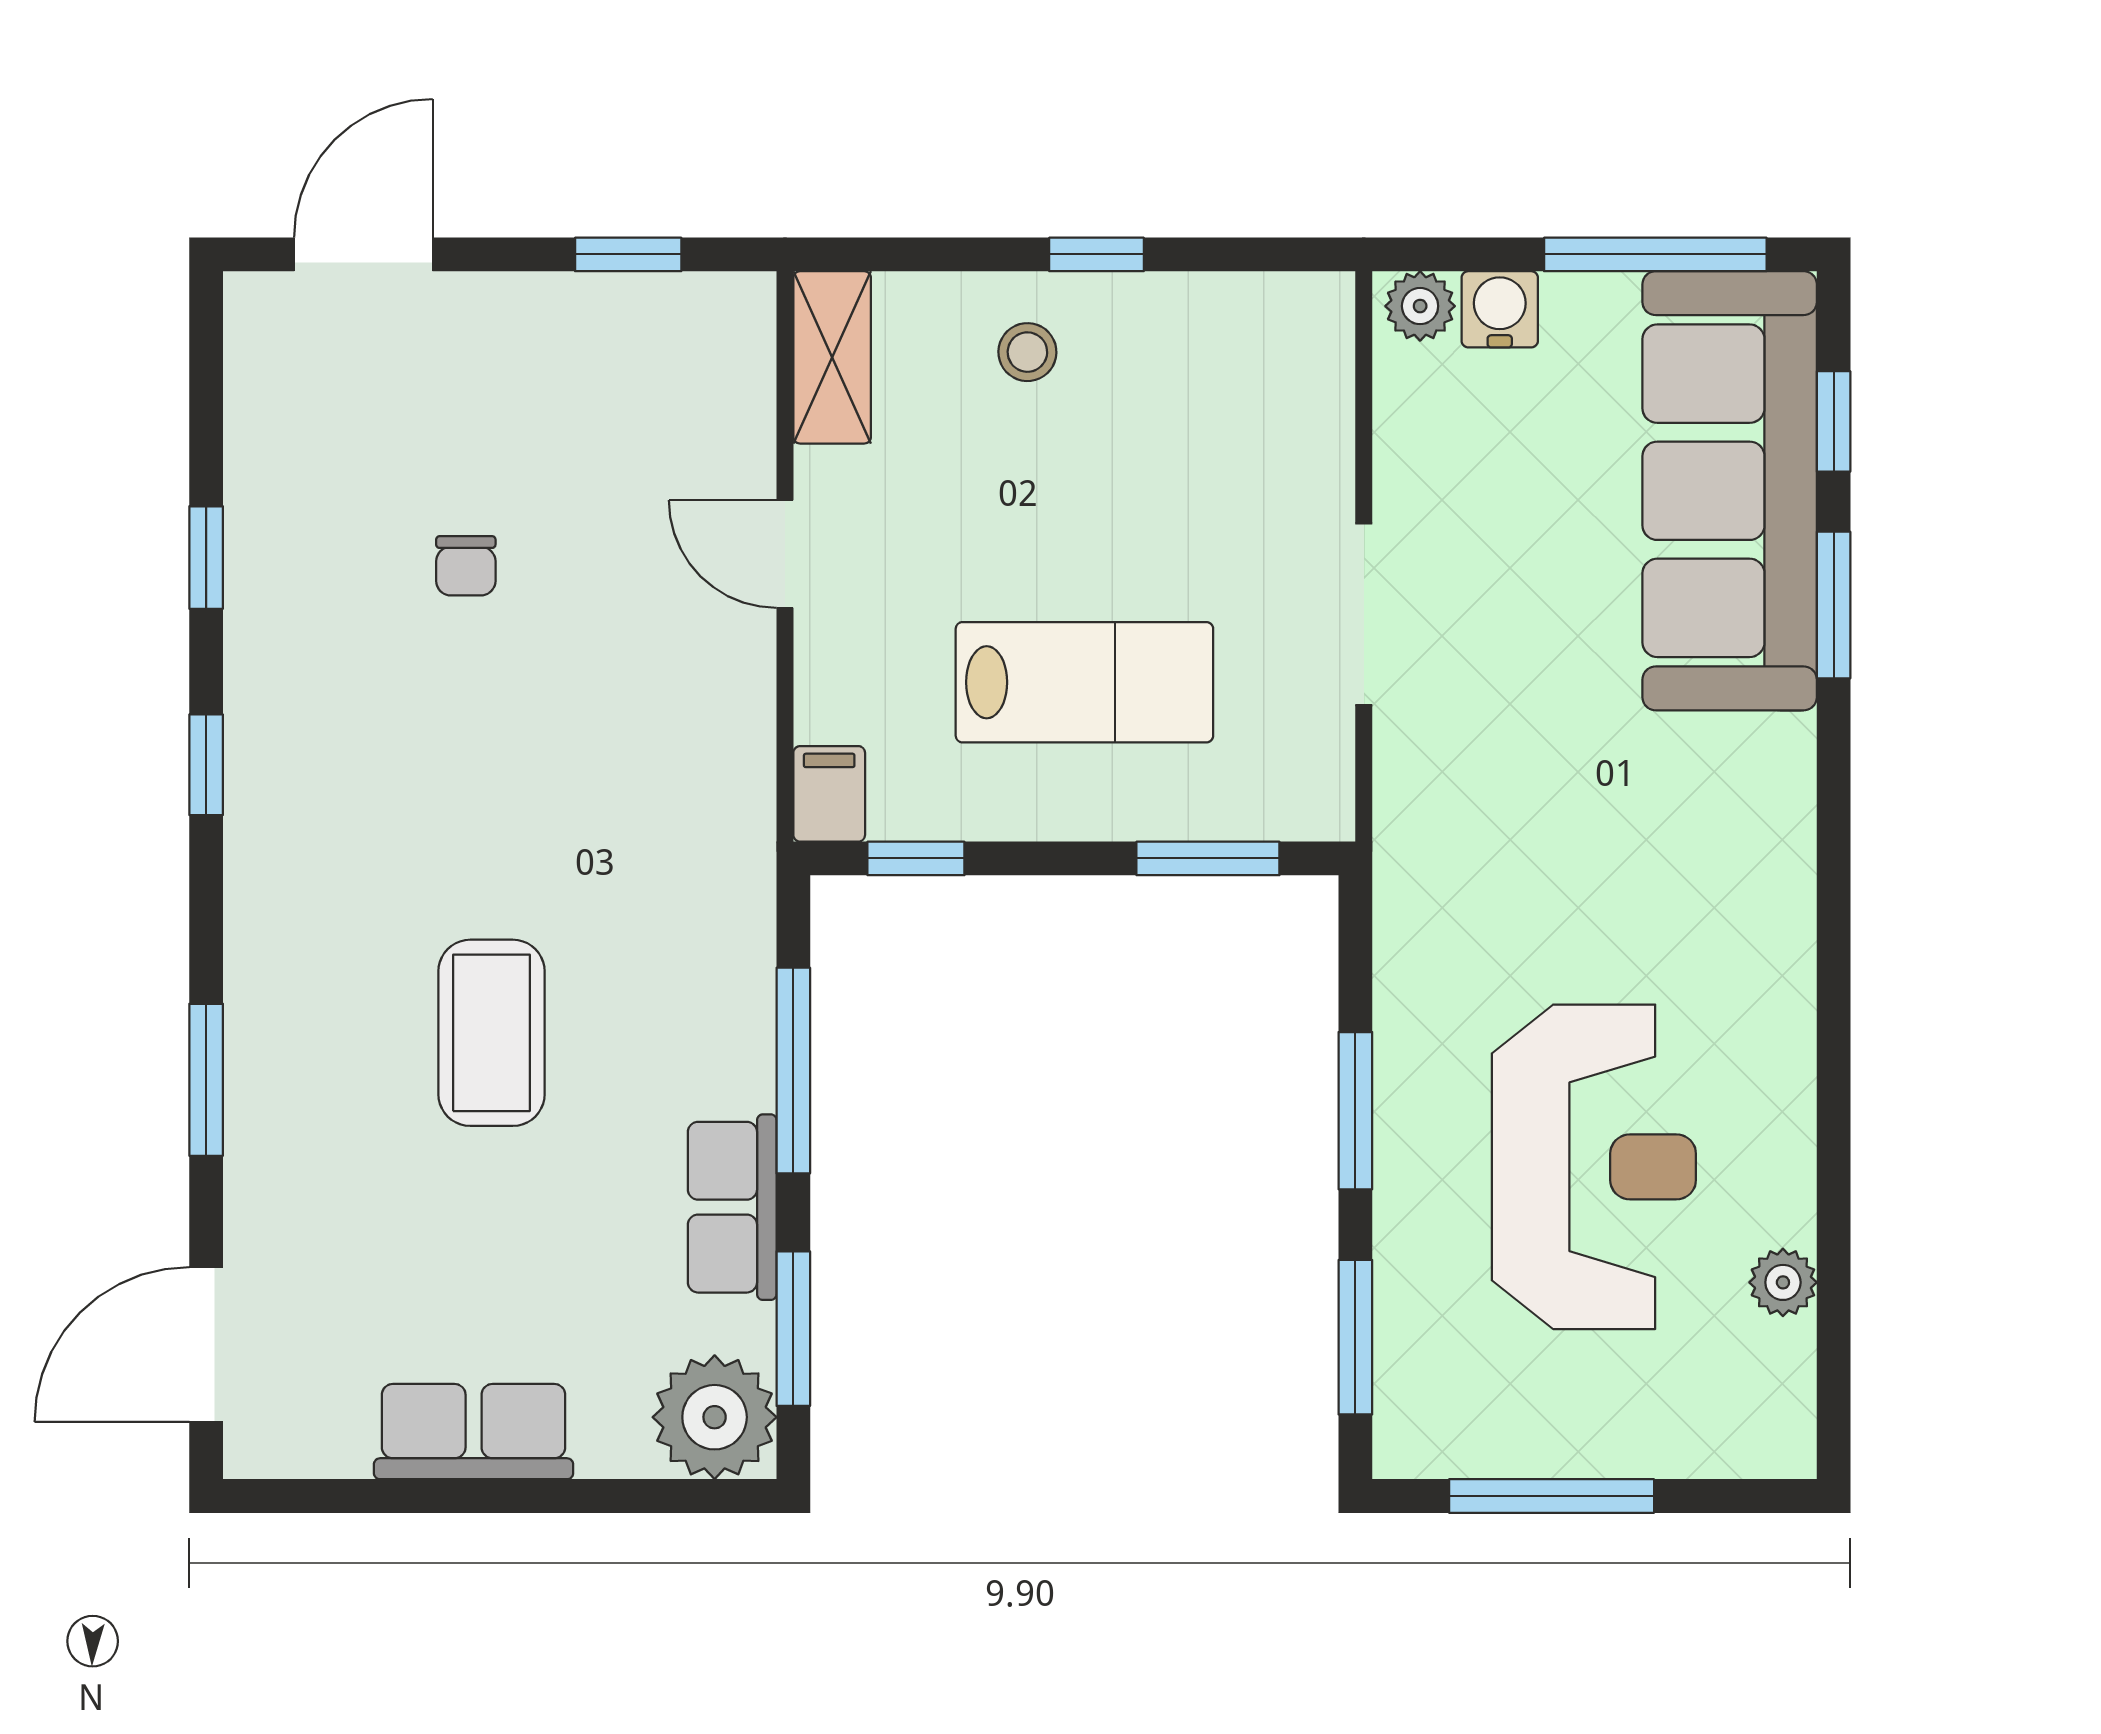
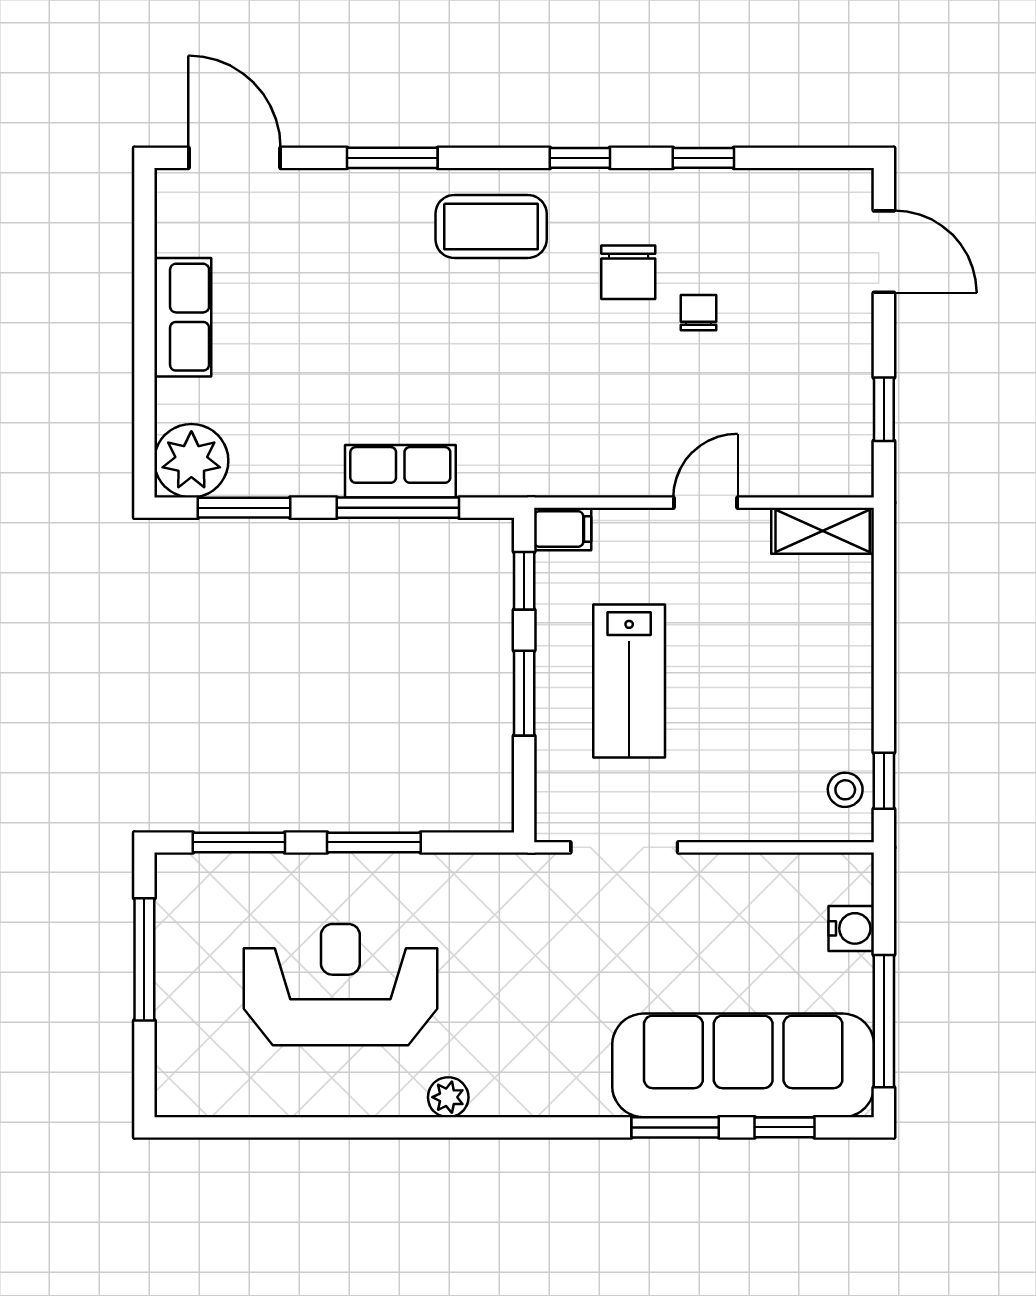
window: (1097, 254) -> (884, 781), moved
plant: (1420, 306) -> (853, 881), removed
stool: (1027, 352) -> (845, 790), moved
chair: (466, 566) -> (698, 313), turned 90
doorway: (1364, 614) -> (624, 847), moved
chair: (398, 684) -> (628, 272), added
window: (1208, 858) -> (524, 693), moved
coffee table: (492, 1033) -> (491, 226), moved
reception desk: (1594, 1167) -> (340, 985), turned 180
row of seats: (732, 1207) -> (400, 471), moved
plant: (1783, 1282) -> (448, 1097), moved

